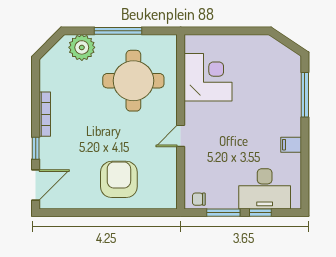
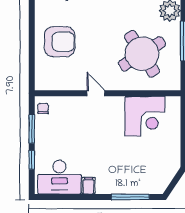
round table: (133, 81) -> (142, 54), turned -32
desk: (265, 189) -> (59, 177), moved, turned -90

